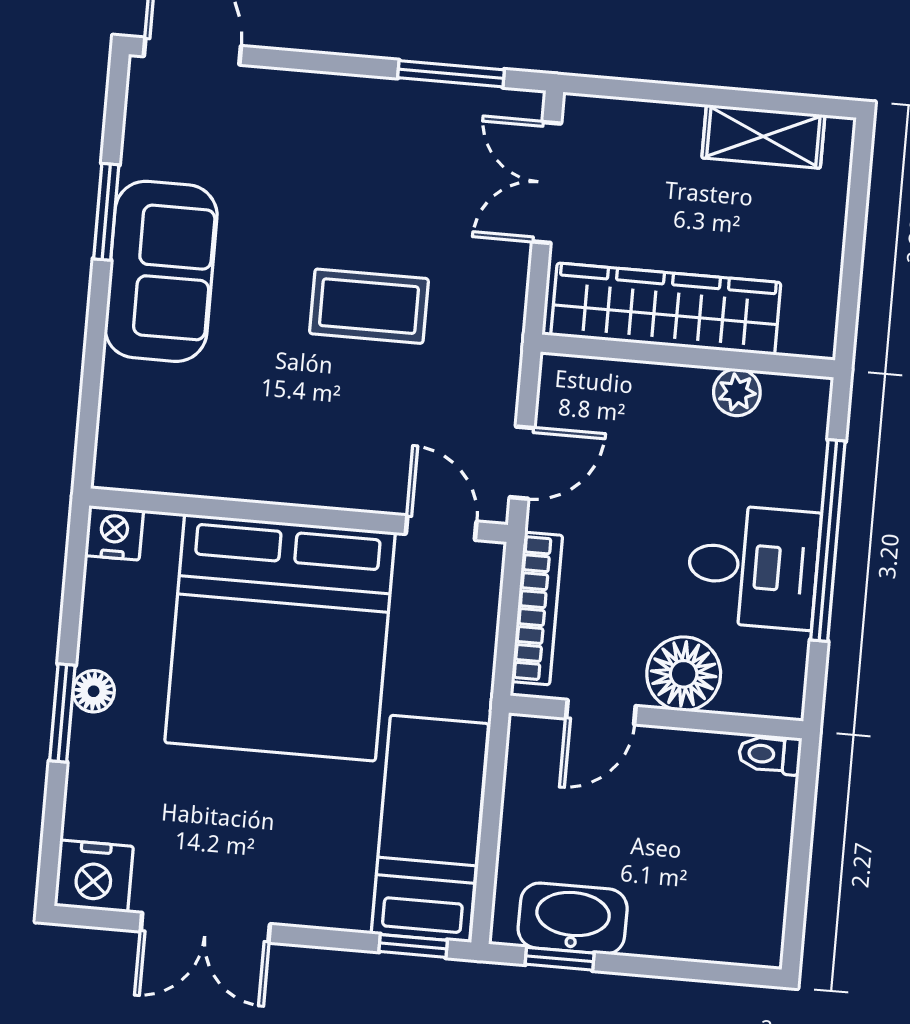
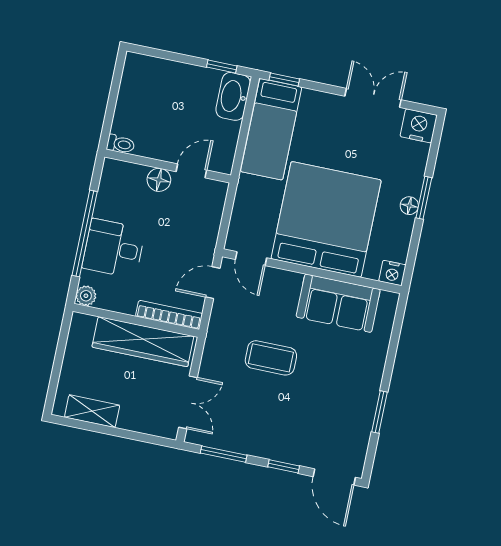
window: (311, 61) -> (284, 466), added
sofa: (161, 271) -> (338, 303), moved, turned -90
plant: (737, 392) -> (86, 296), moved
desk: (753, 567) -> (114, 248), moved
bookcase: (537, 609) -> (169, 315), moved, turned 90
floor lamp: (684, 674) -> (159, 180), width x0.73, depth x0.73
washbasin: (573, 919) -> (233, 96), moved, turned 90

